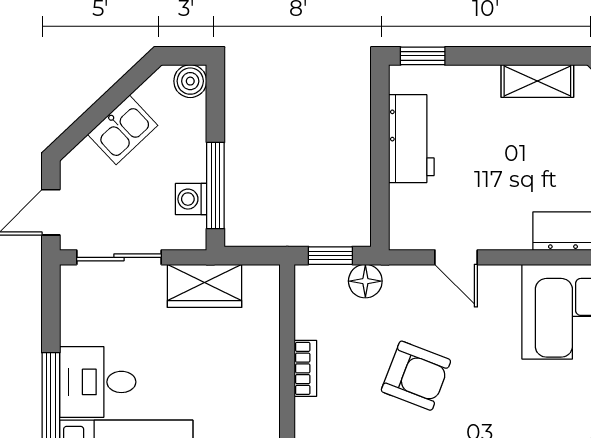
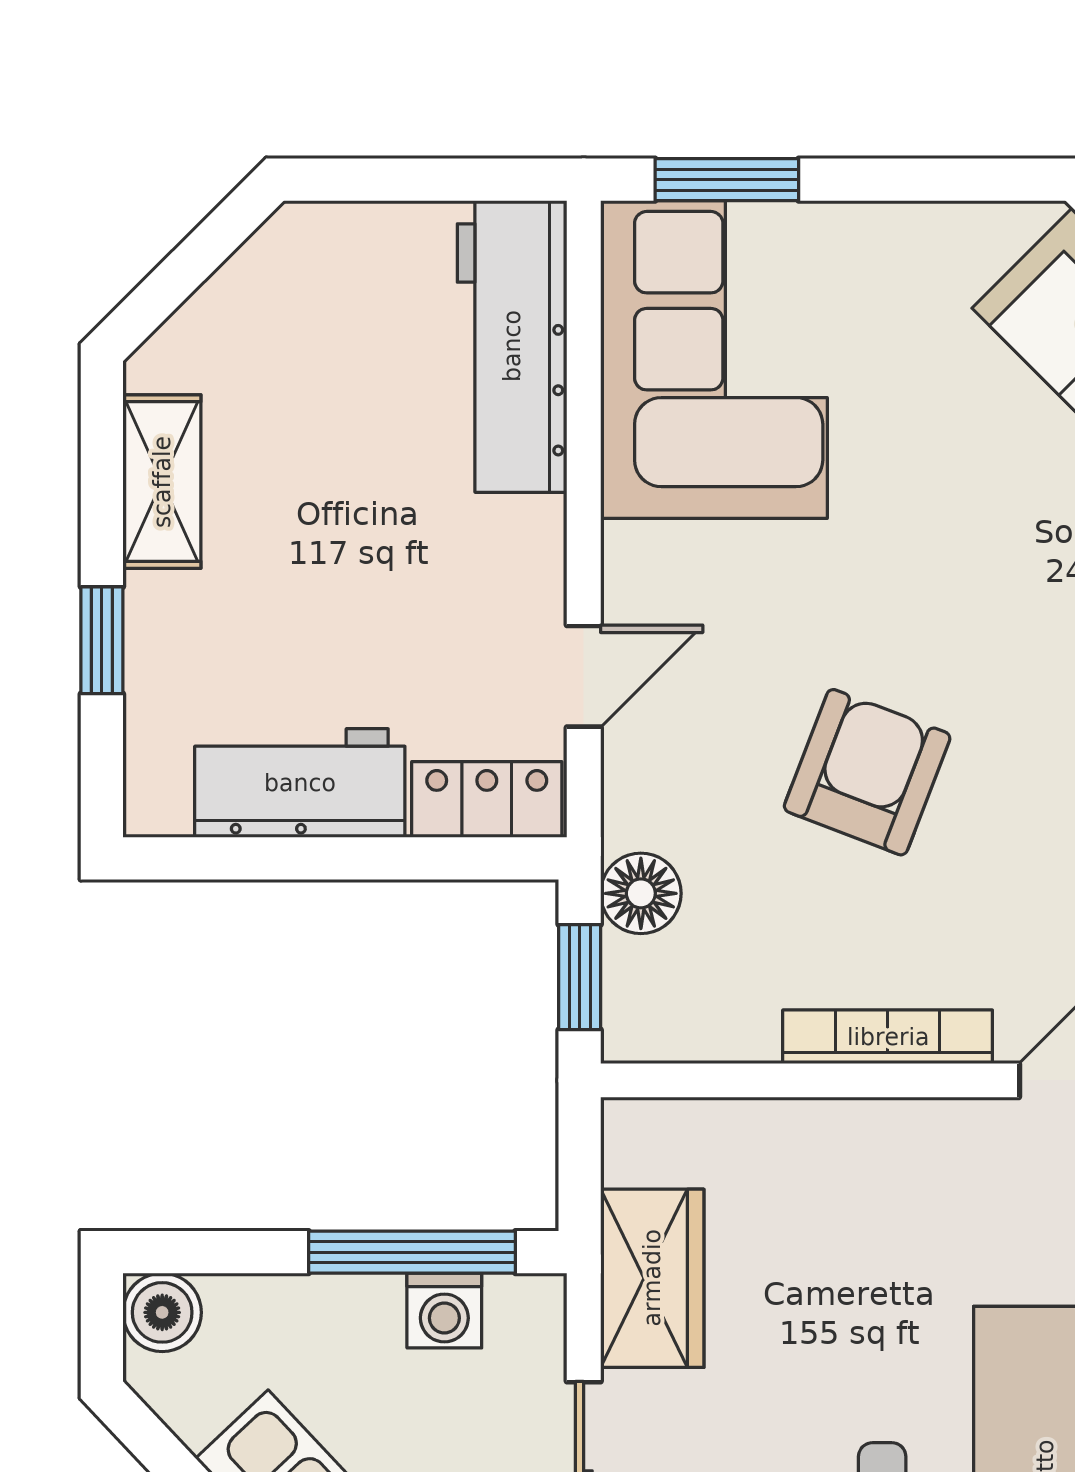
window: (423, 56) -> (102, 640), moved
locker: (405, 217) -> (487, 799), added
bookcase: (305, 368) -> (888, 1037), width x1.56

